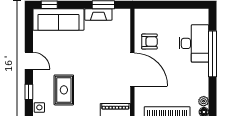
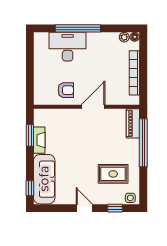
armchair: (149, 42) -> (66, 90), turned 90
door: (29, 61) -> (84, 208), hinge flipped
door: (132, 69) -> (93, 107), width x0.73

